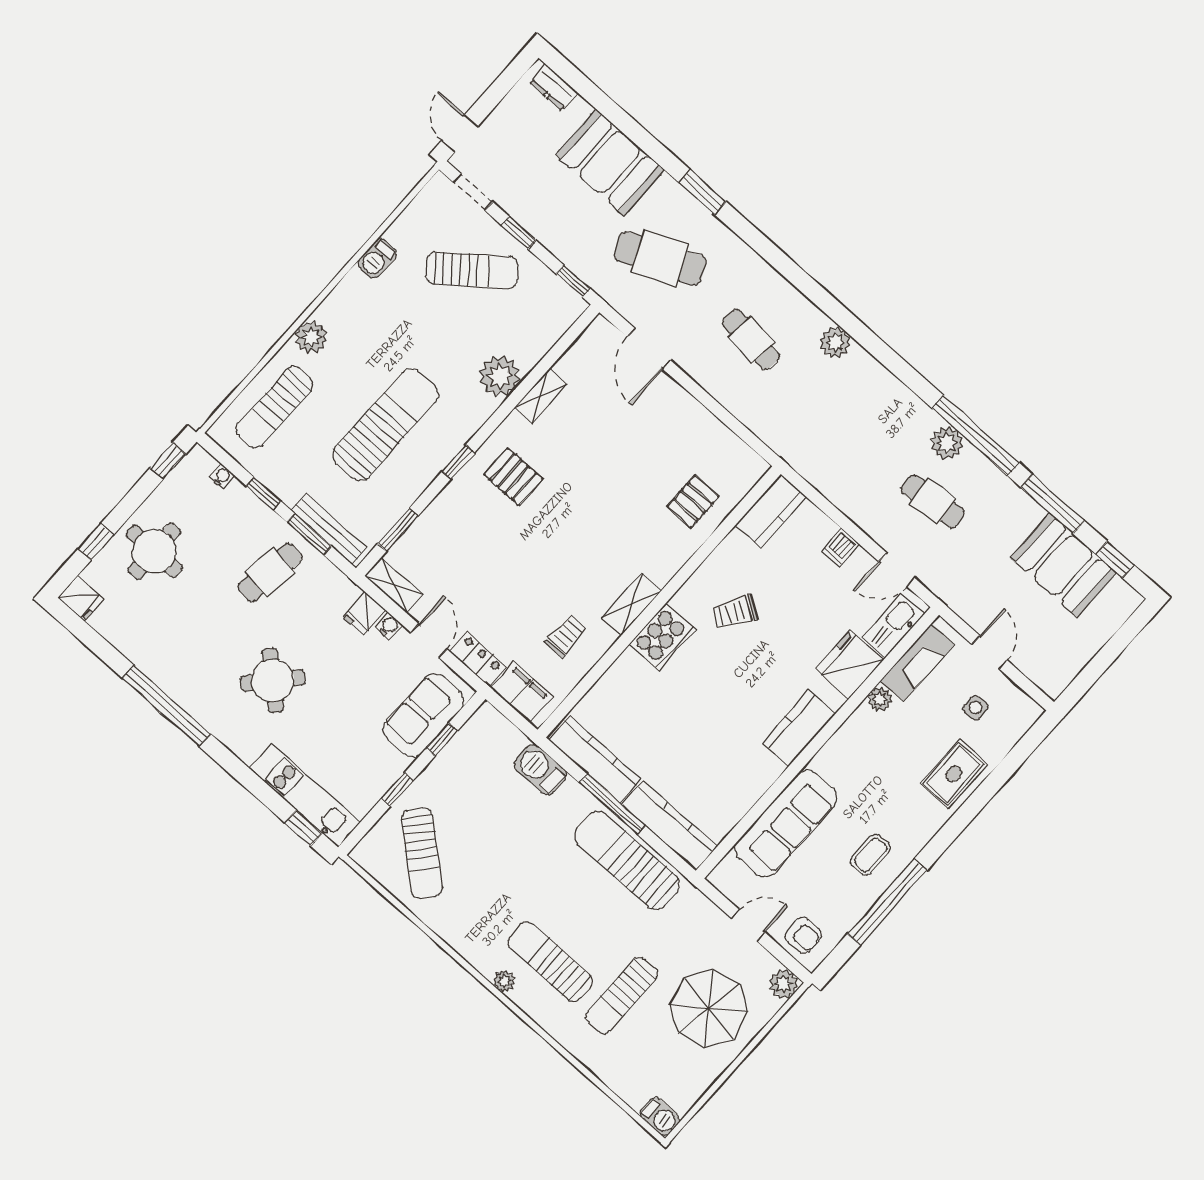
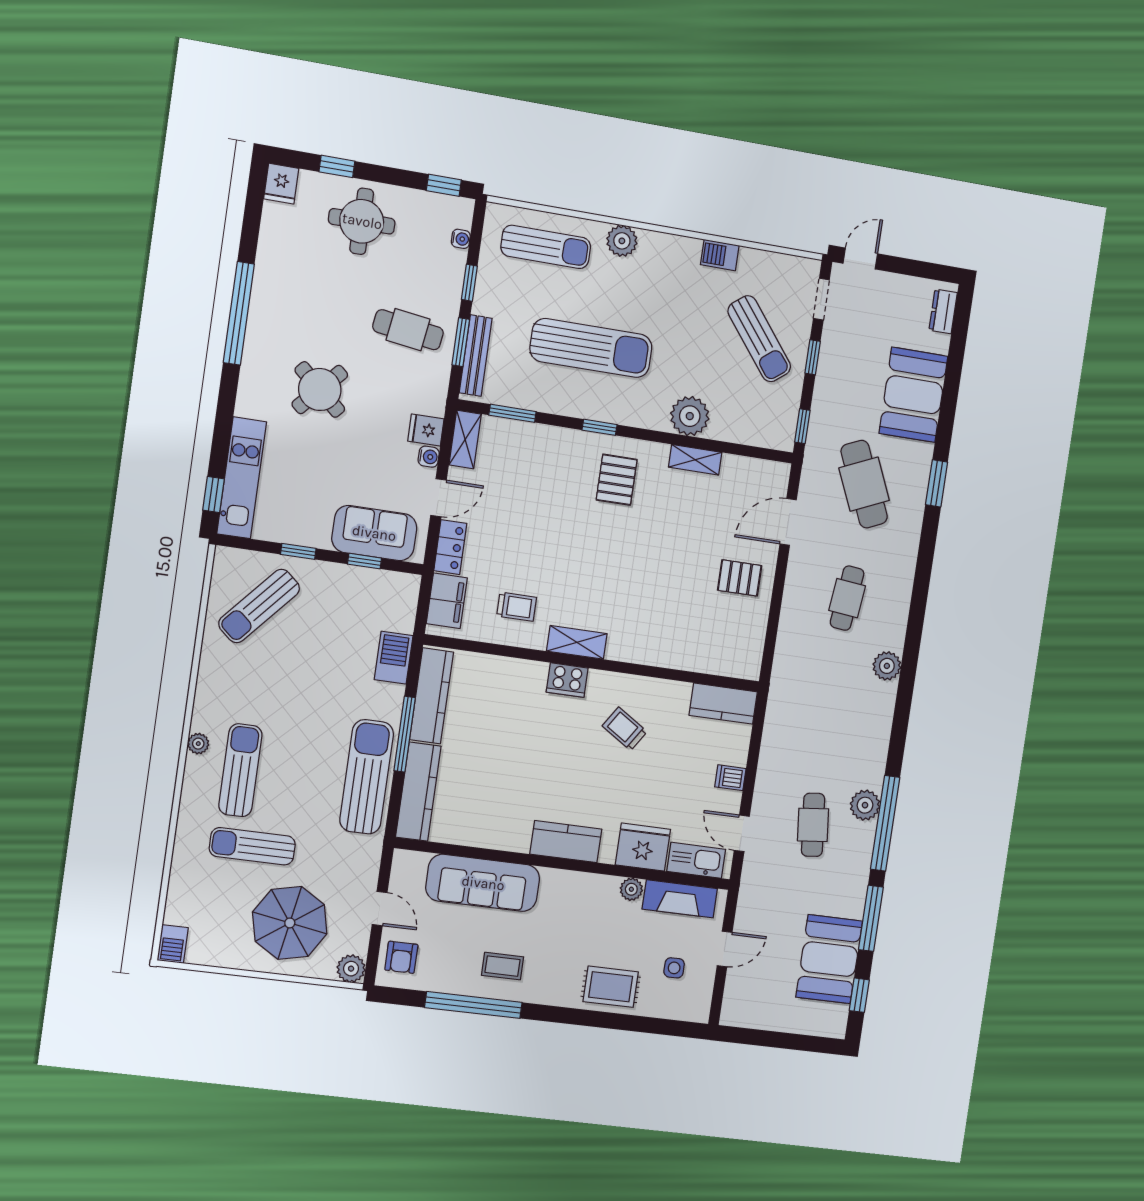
sun lounger: (275, 407) -> (546, 247), turned 180
pallet: (693, 502) -> (740, 578), moved
cooker: (662, 637) -> (567, 680), width x0.73, depth x0.76

